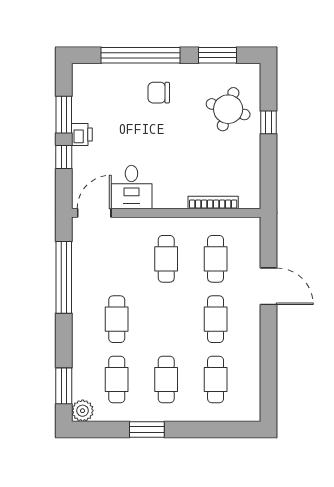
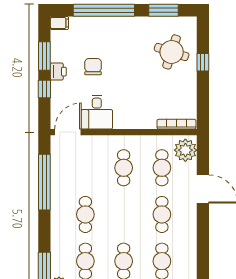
filing cabinet: (83, 72) -> (59, 23), added
chair: (159, 93) -> (93, 67), moved, turned 90
bookcase: (213, 202) -> (176, 124), moved
plant: (246, 236) -> (185, 150), added

